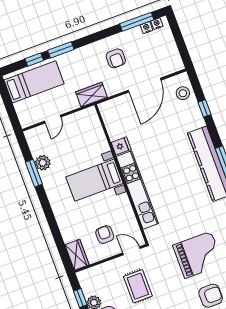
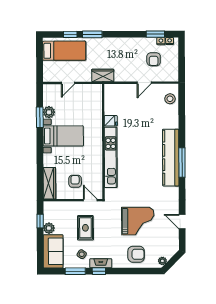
window: (137, 22) -> (155, 34), width x0.69
armchair: (116, 58) -> (154, 59), moved
door: (145, 85) -> (144, 83), width x0.53
window: (205, 108) -> (182, 116), removed
bed with nightstands: (94, 180) -> (63, 136), moved, turned 180
wardrobe: (77, 255) -> (49, 183), width x1.50

